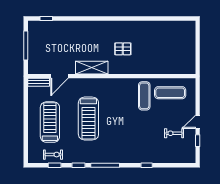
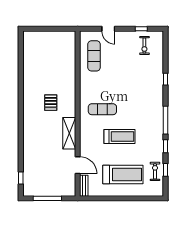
exercise mat: (144, 96) -> (102, 109), moved
treadmill: (88, 119) -> (119, 136), width x0.73, depth x0.73
treadmill: (50, 122) -> (123, 175), turned 180
door: (198, 122) -> (108, 29), moved
exercise bike: (174, 133) -> (144, 46), moved

